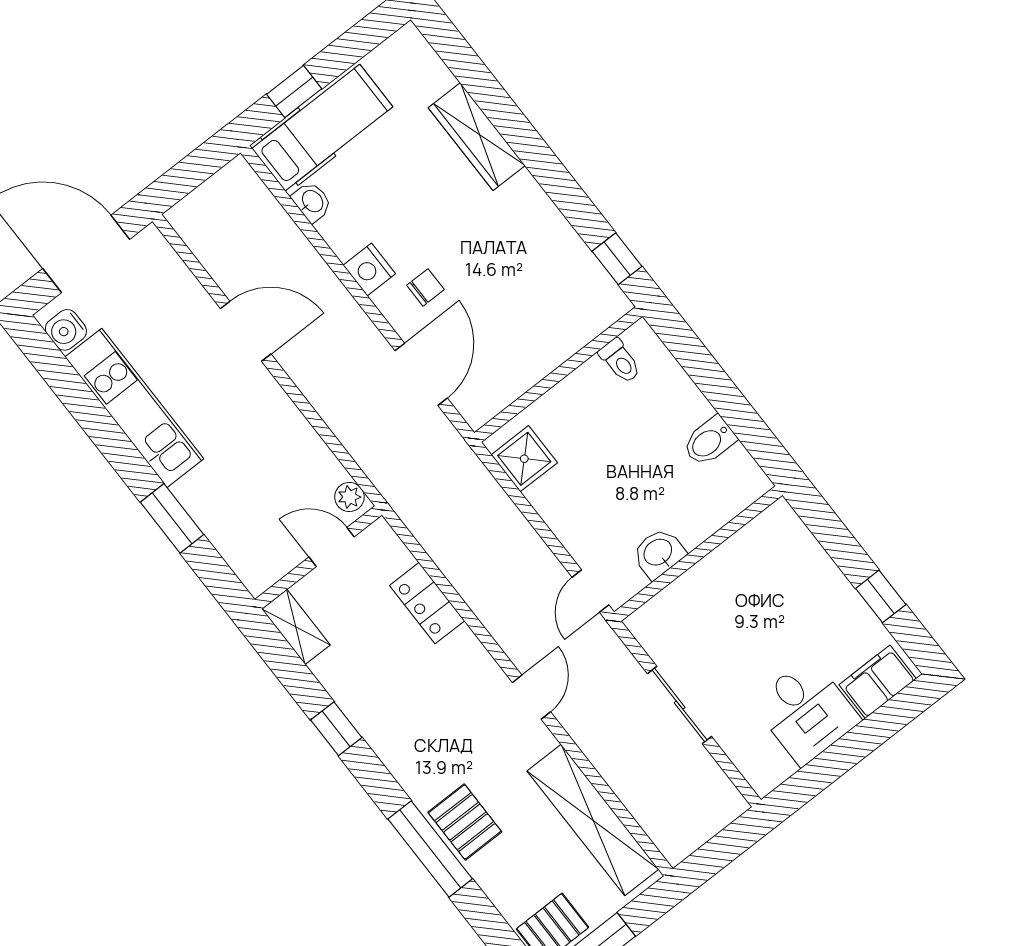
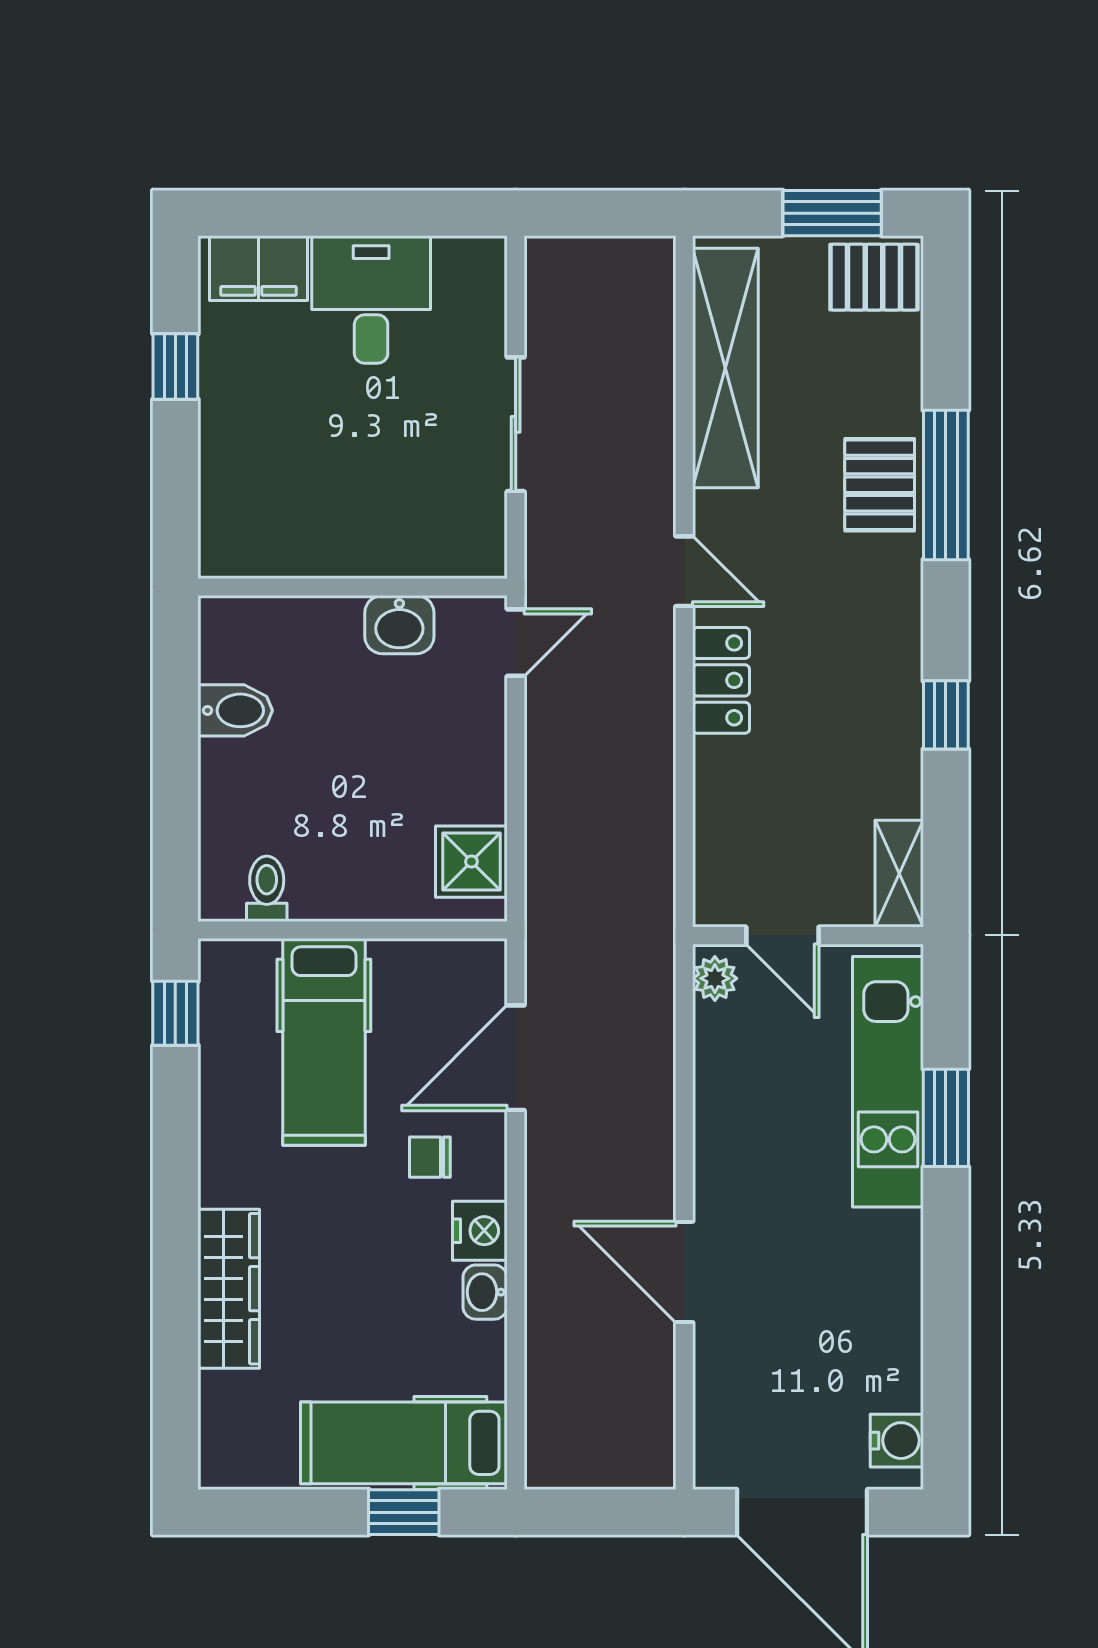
washbasin: (312, 202) -> (485, 1292), moved
hospital bed: (528, 304) -> (324, 1042), added
kitchen unit: (134, 408) -> (888, 1082), moved
locker: (427, 603) -> (721, 680), moved
door: (532, 697) -> (684, 571), swing flipped

